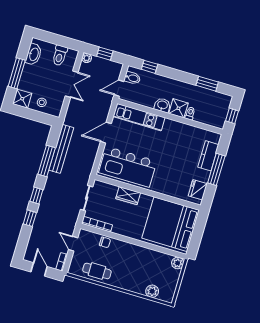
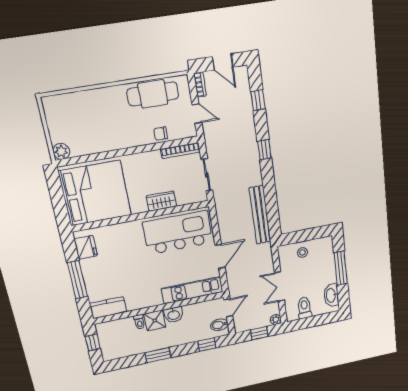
window: (207, 84) -> (158, 355), moved
shower: (22, 99) -> (324, 246), removed
kitchen counter: (208, 156) -> (108, 308), moved, turned -90
window: (47, 161) -> (270, 194), removed
window: (30, 218) -> (258, 100), moved
cafe table: (97, 271) -> (153, 94), width x1.37, depth x1.35
plant: (152, 291) -> (73, 101), removed

